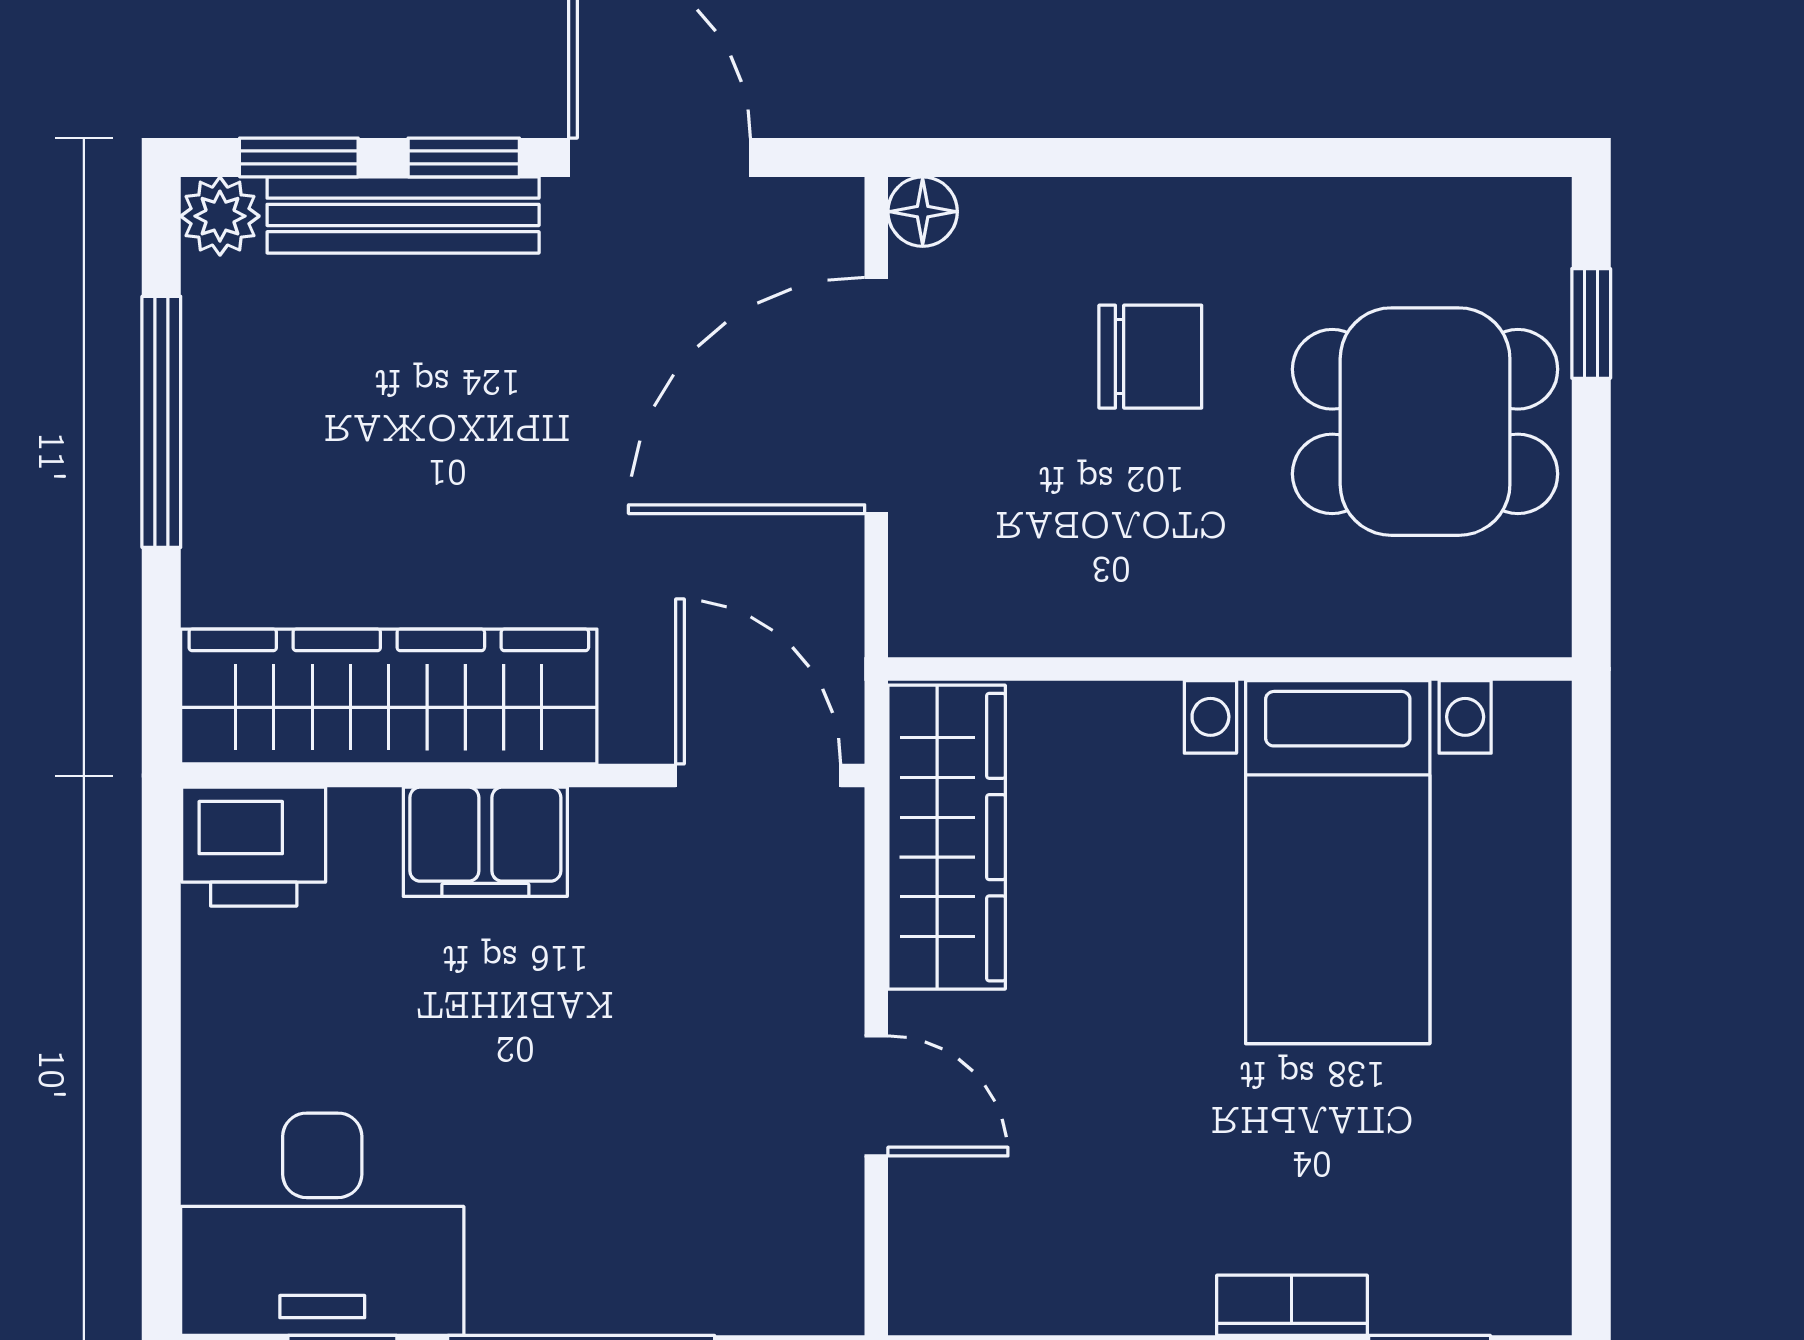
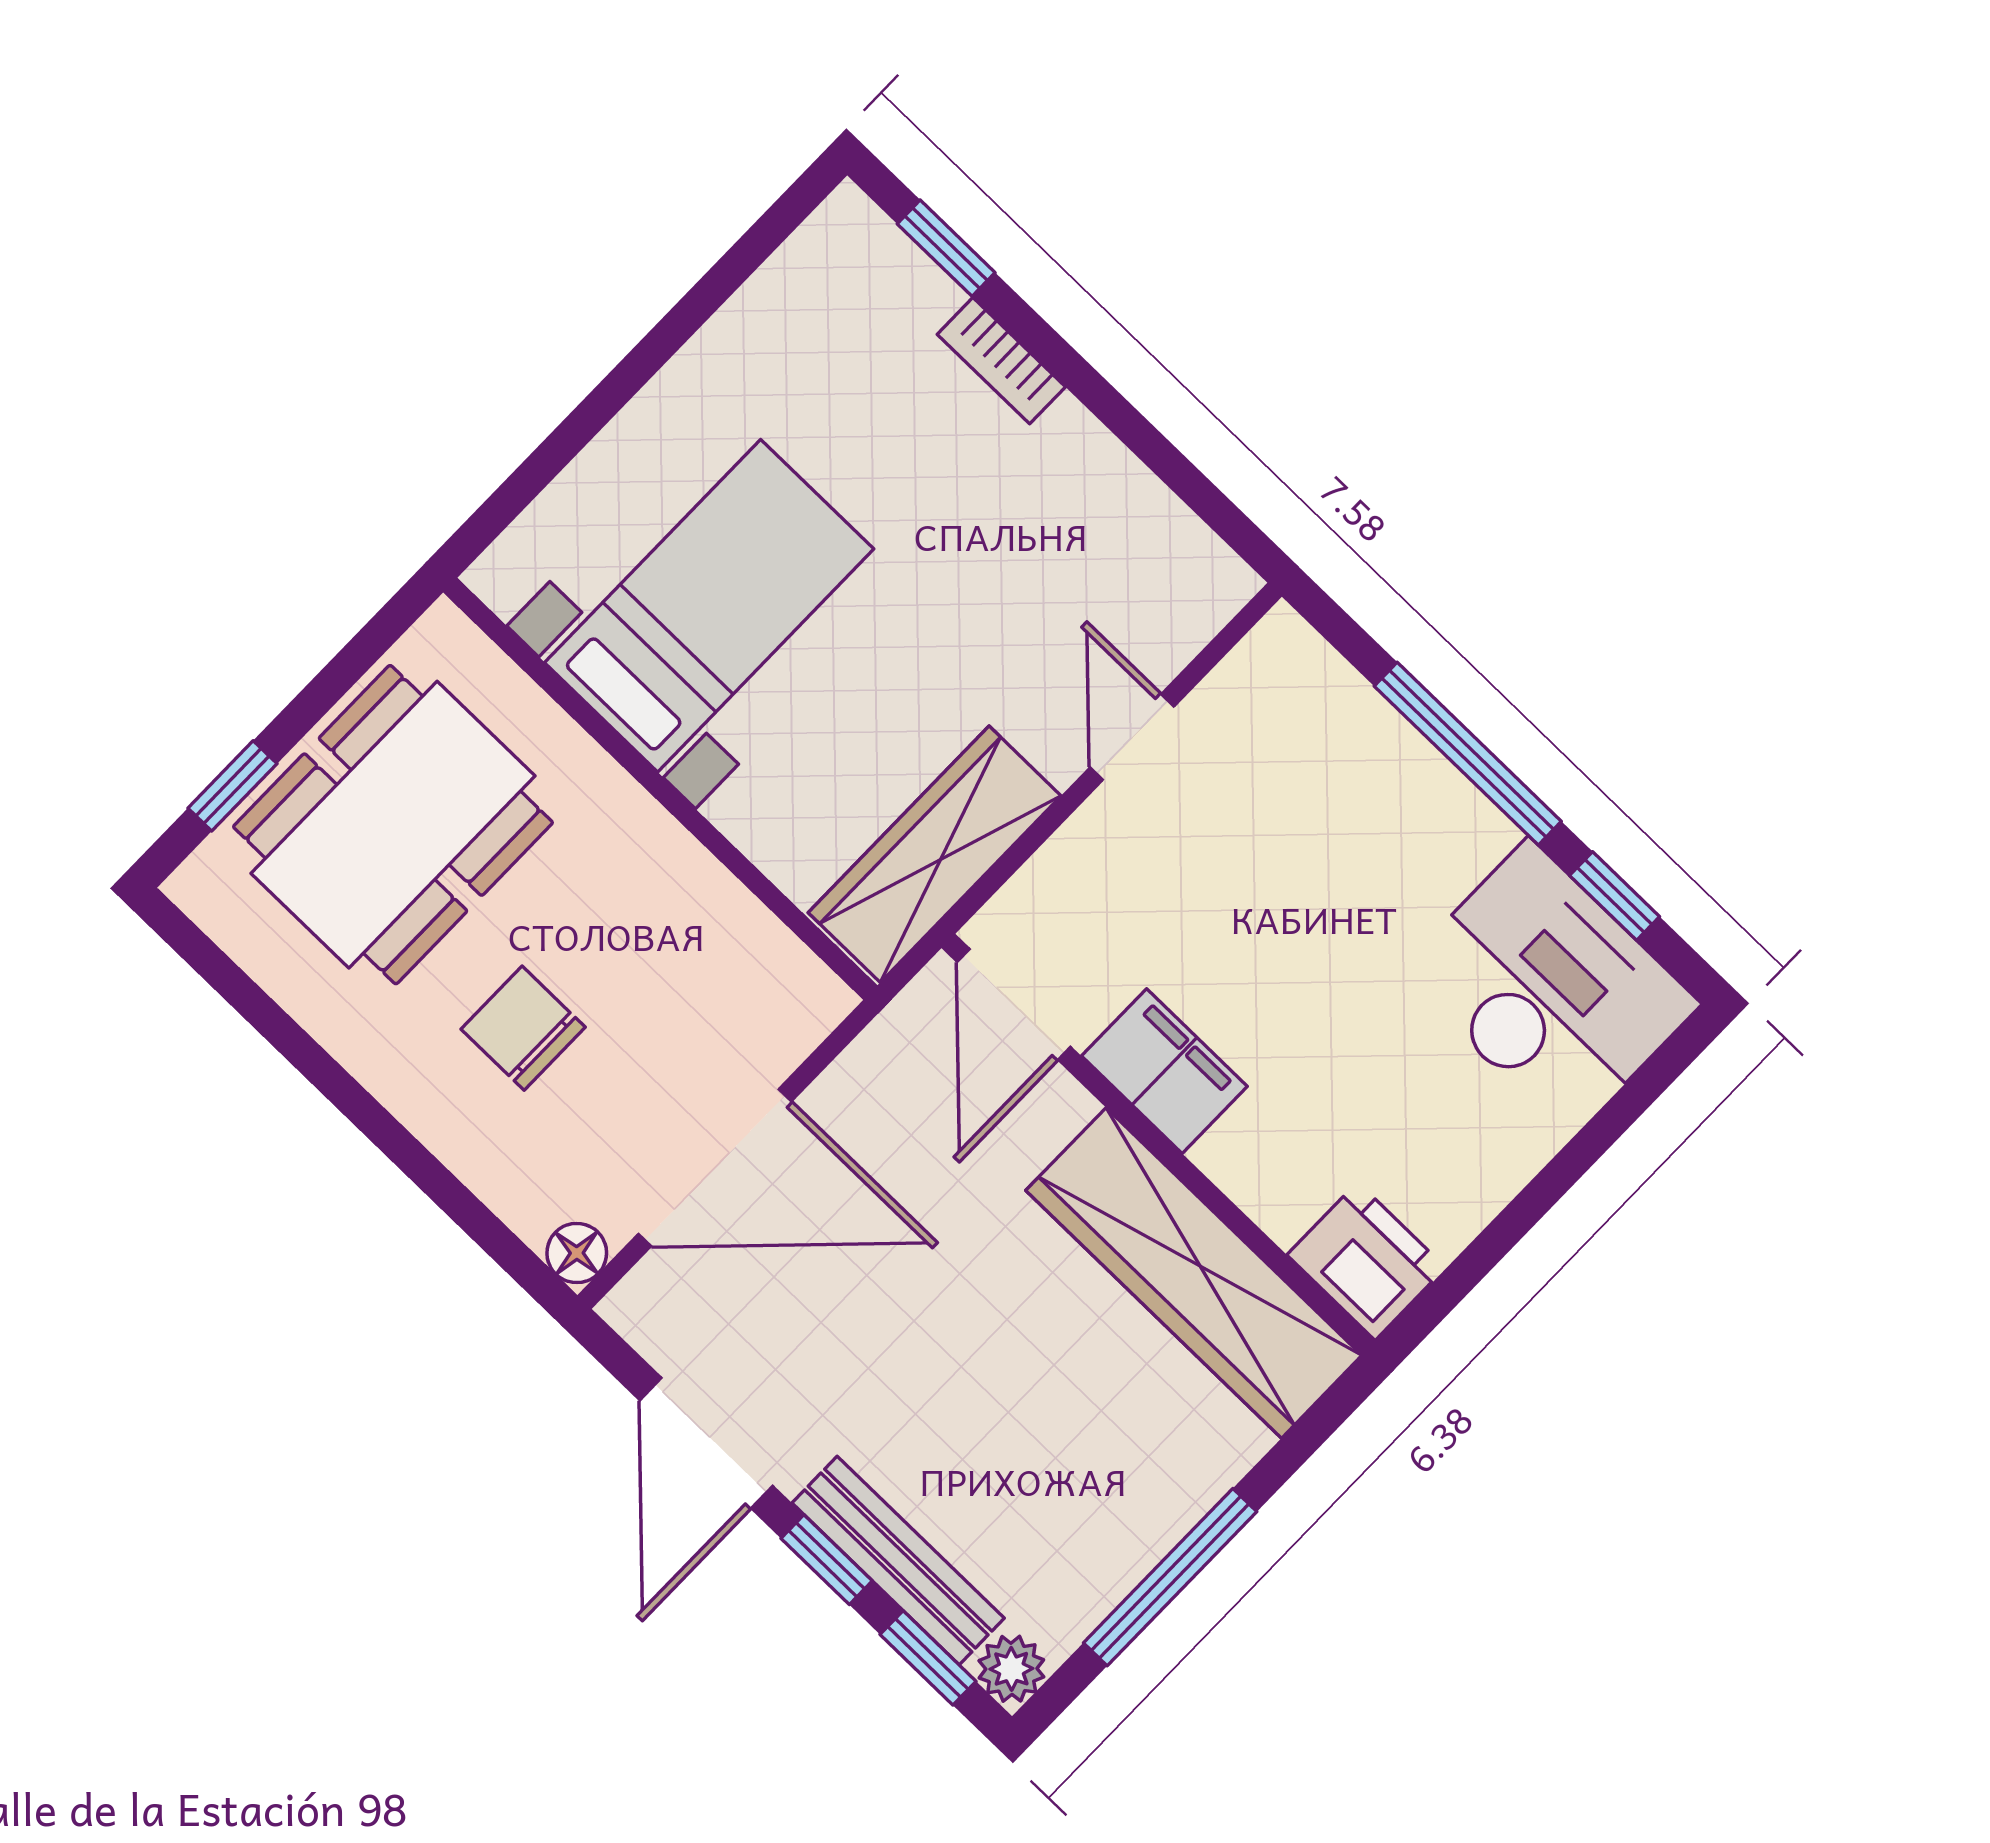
dining table: (1425, 422) -> (393, 825), width x1.38
filing cabinet: (485, 842) -> (1164, 1071), moved

